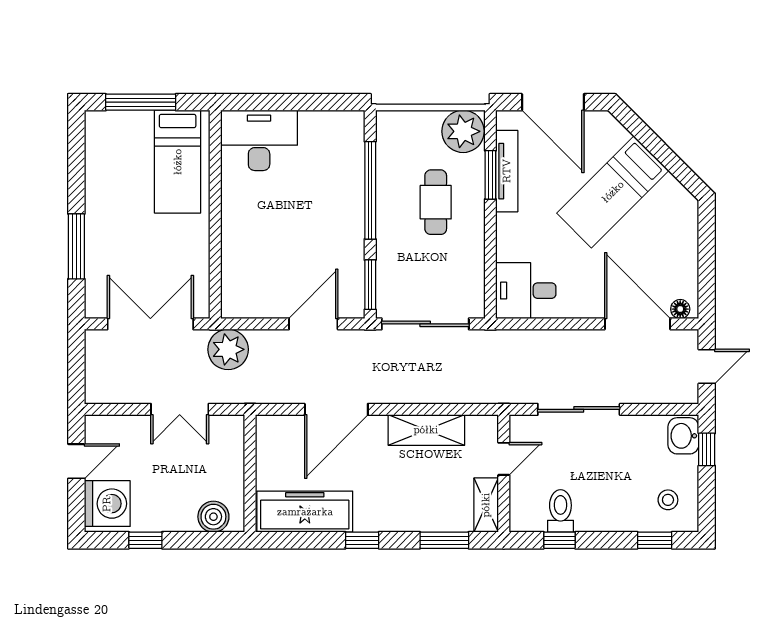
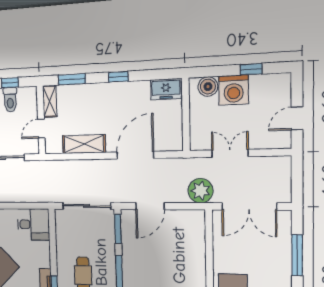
washing machine: (107, 504) -> (234, 90), moved, turned -90
freezer: (305, 512) -> (166, 89), width x0.52, depth x0.79

